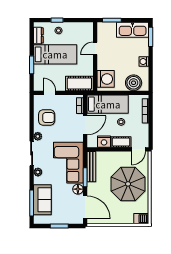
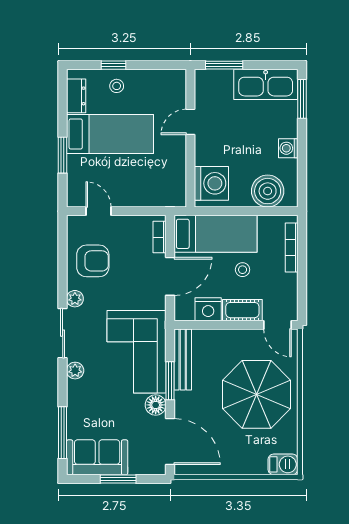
cot: (79, 83) -> (159, 192), removed
door: (138, 149) -> (277, 325), hinge flipped
sofa: (42, 200) -> (97, 457), moved, turned -90

